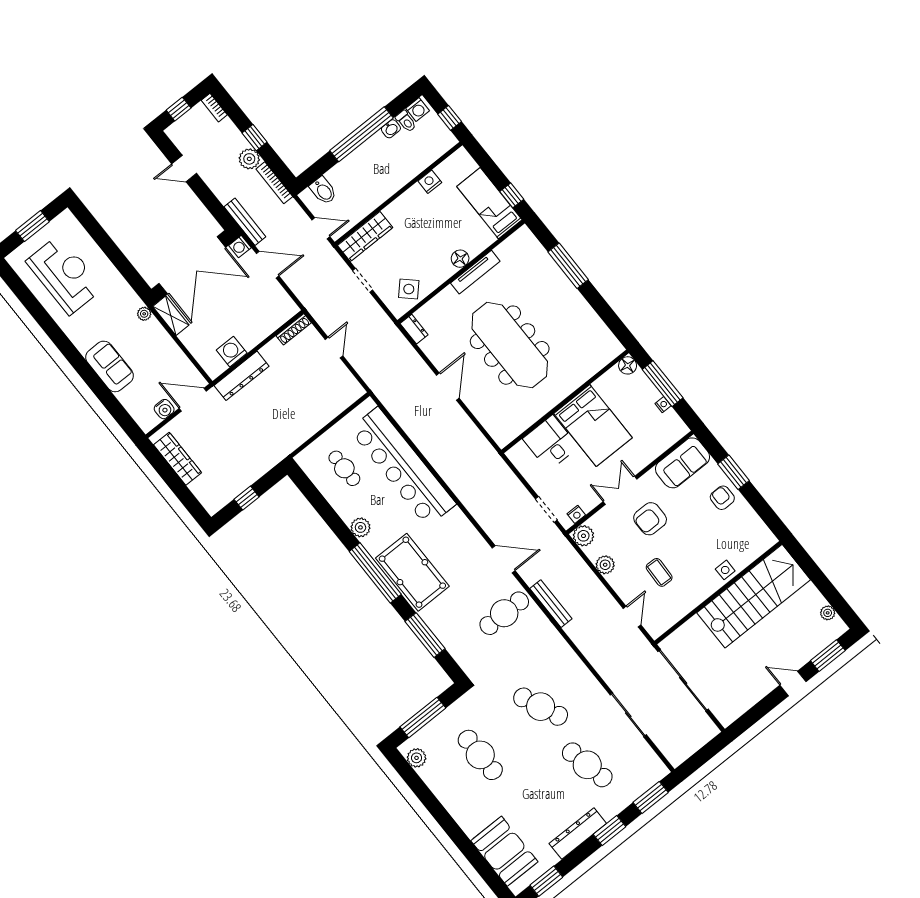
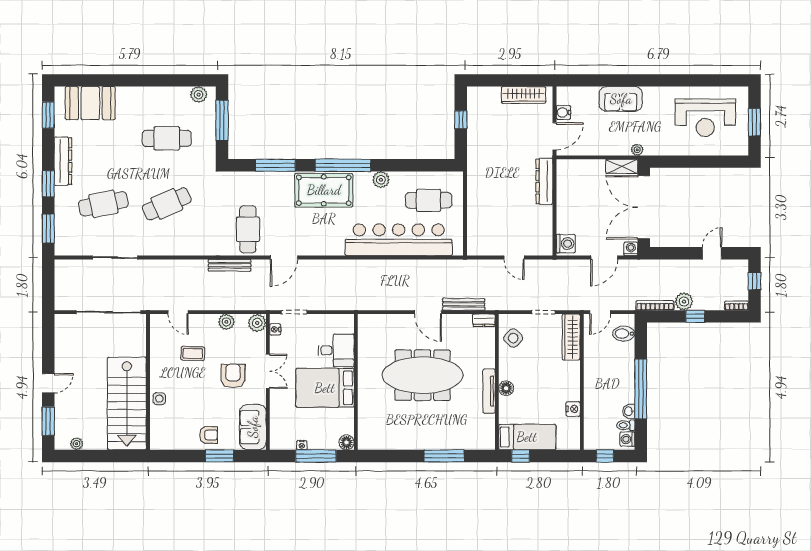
bench: (245, 222) -> (464, 304), moved
shoe rack: (294, 329) -> (548, 241), removed
washing machine: (232, 352) -> (566, 244), moved
cafe table: (344, 468) -> (429, 200), width x1.37, depth x1.35

